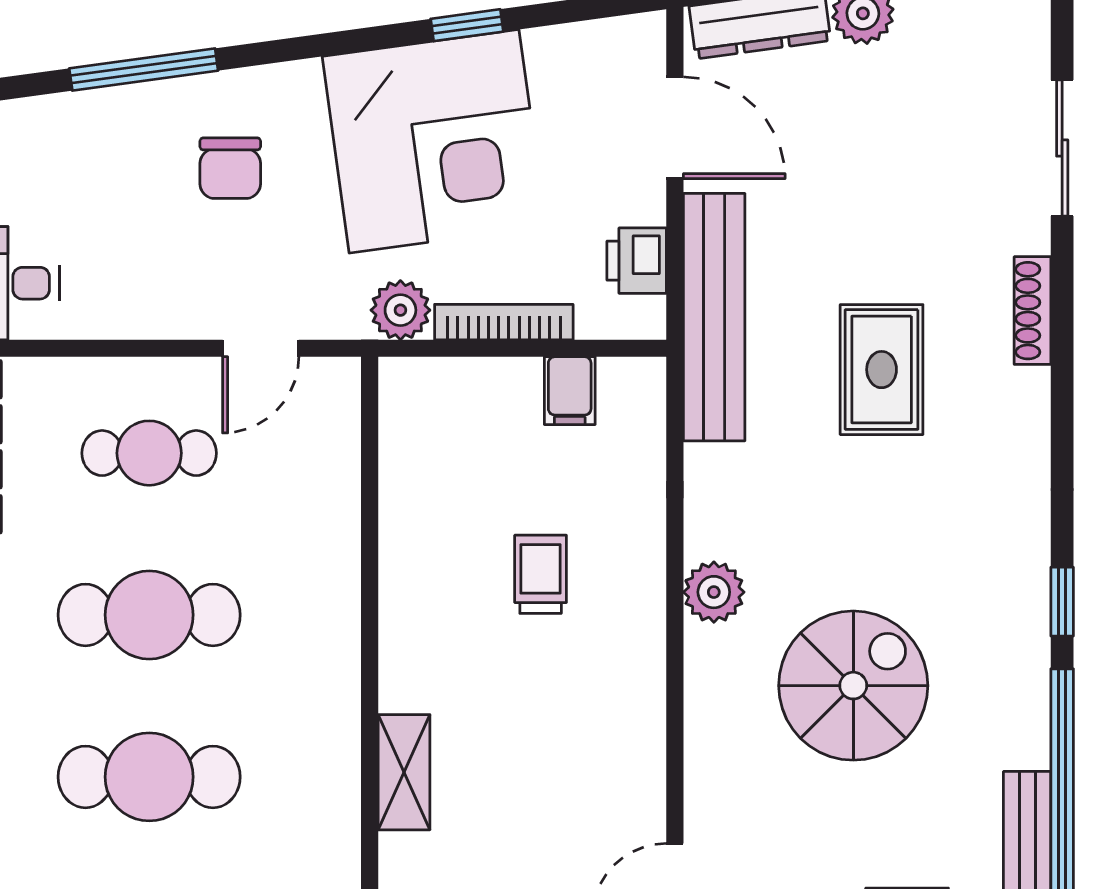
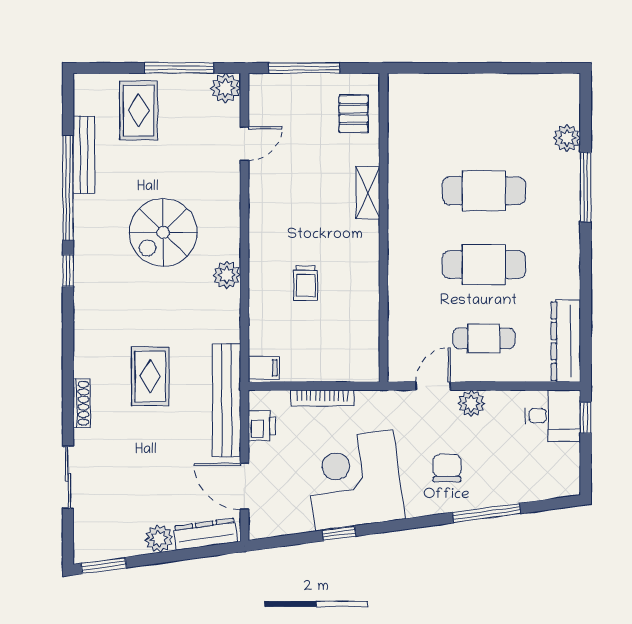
plant: (400, 310) -> (471, 403), moved
filing cabinet: (570, 391) -> (264, 368), moved, turned 90

